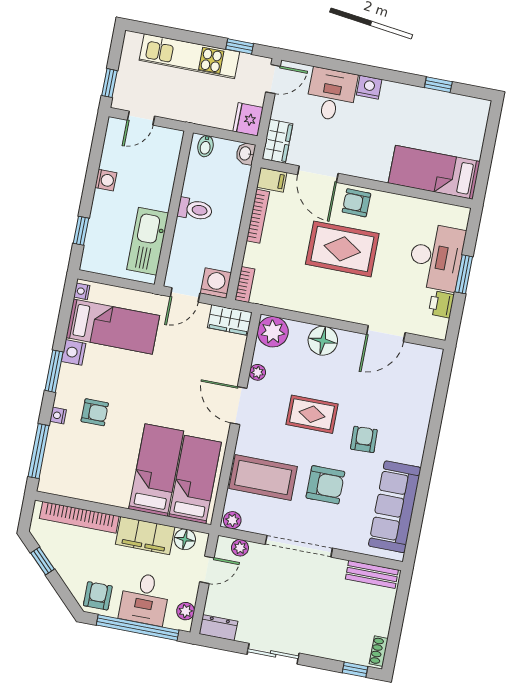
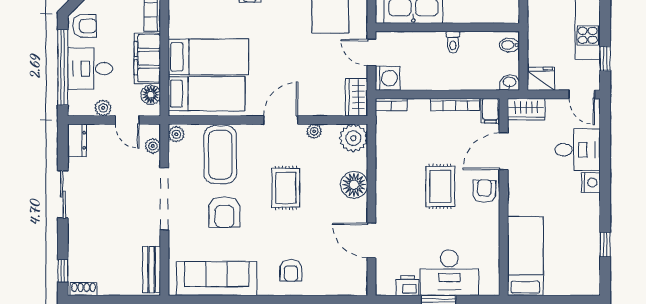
toilet: (195, 209) -> (453, 42), width x0.73, depth x0.72
rug: (342, 249) -> (440, 186), width x0.73, depth x0.70
armchair: (364, 439) -> (291, 270), moved, turned 92
plant: (186, 611) -> (103, 108), moved

